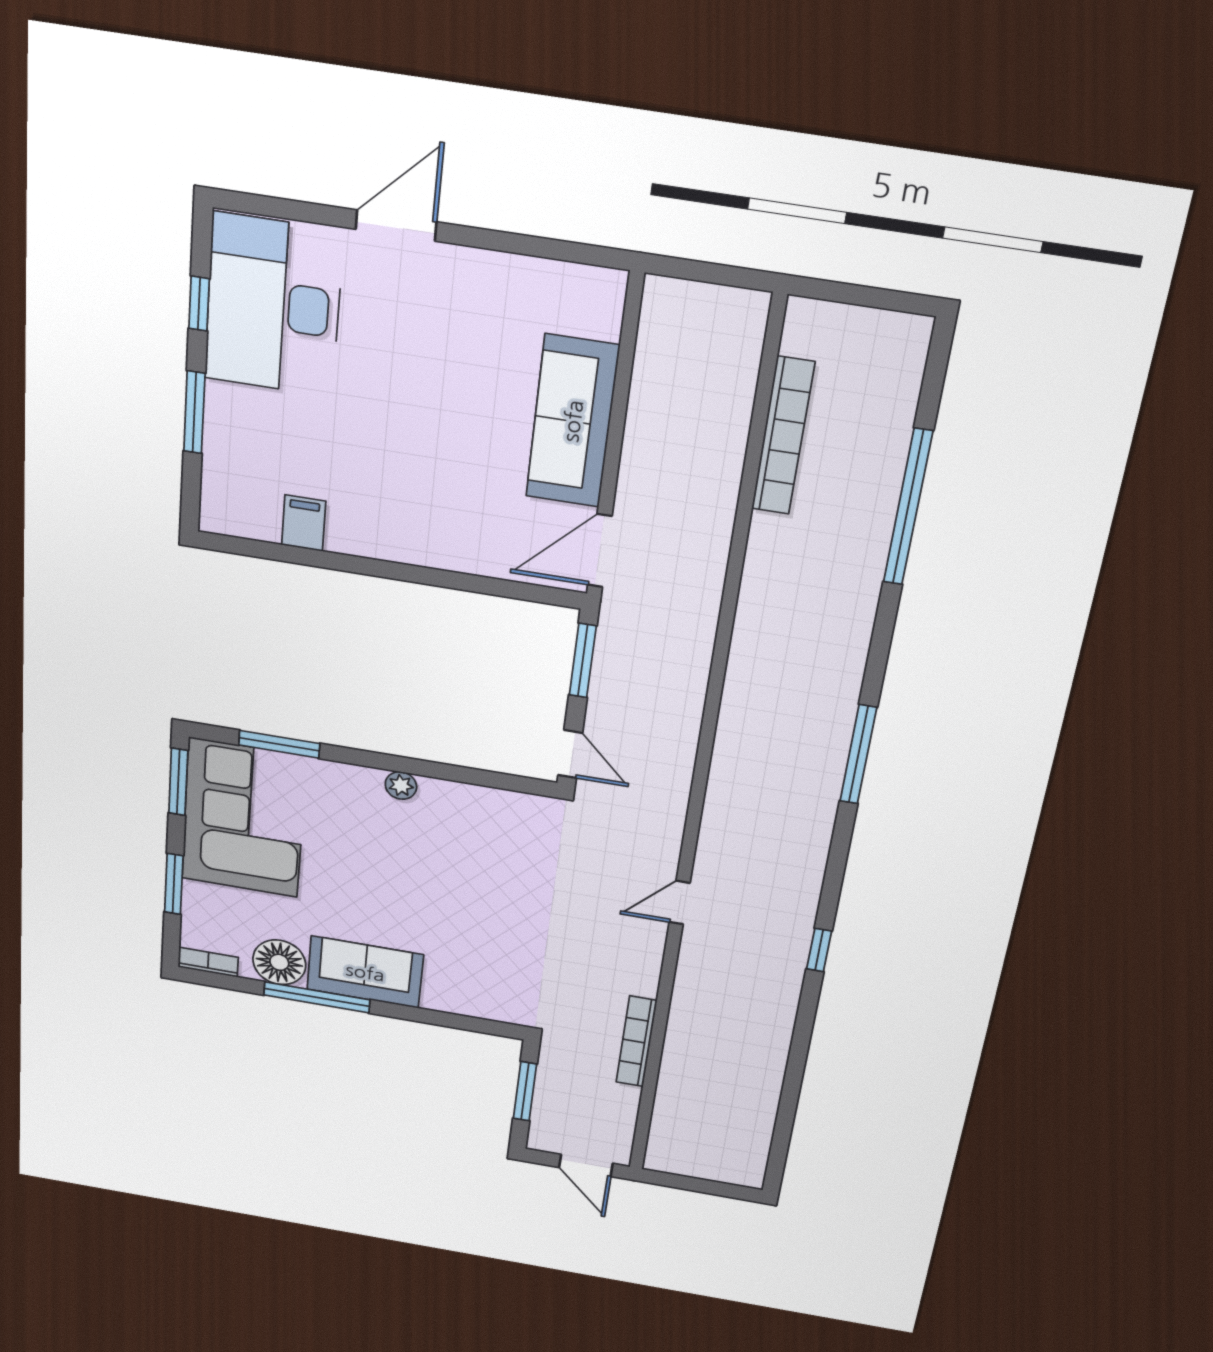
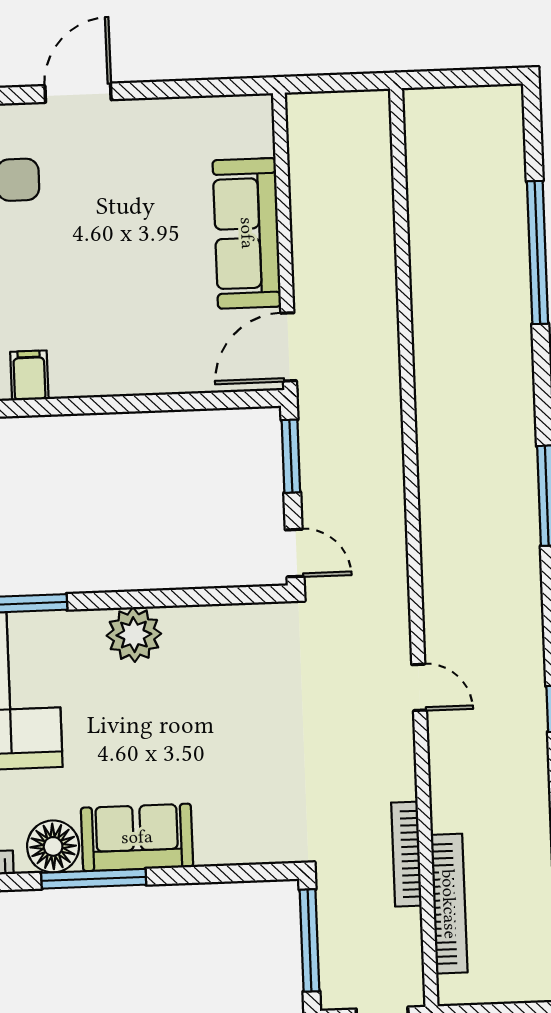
bookcase: (783, 436) -> (449, 904), moved
plant: (401, 785) -> (134, 635), width x1.87, depth x1.87
door: (680, 903) -> (419, 687), swing flipped
window: (525, 1091) -> (309, 940), width x1.44

